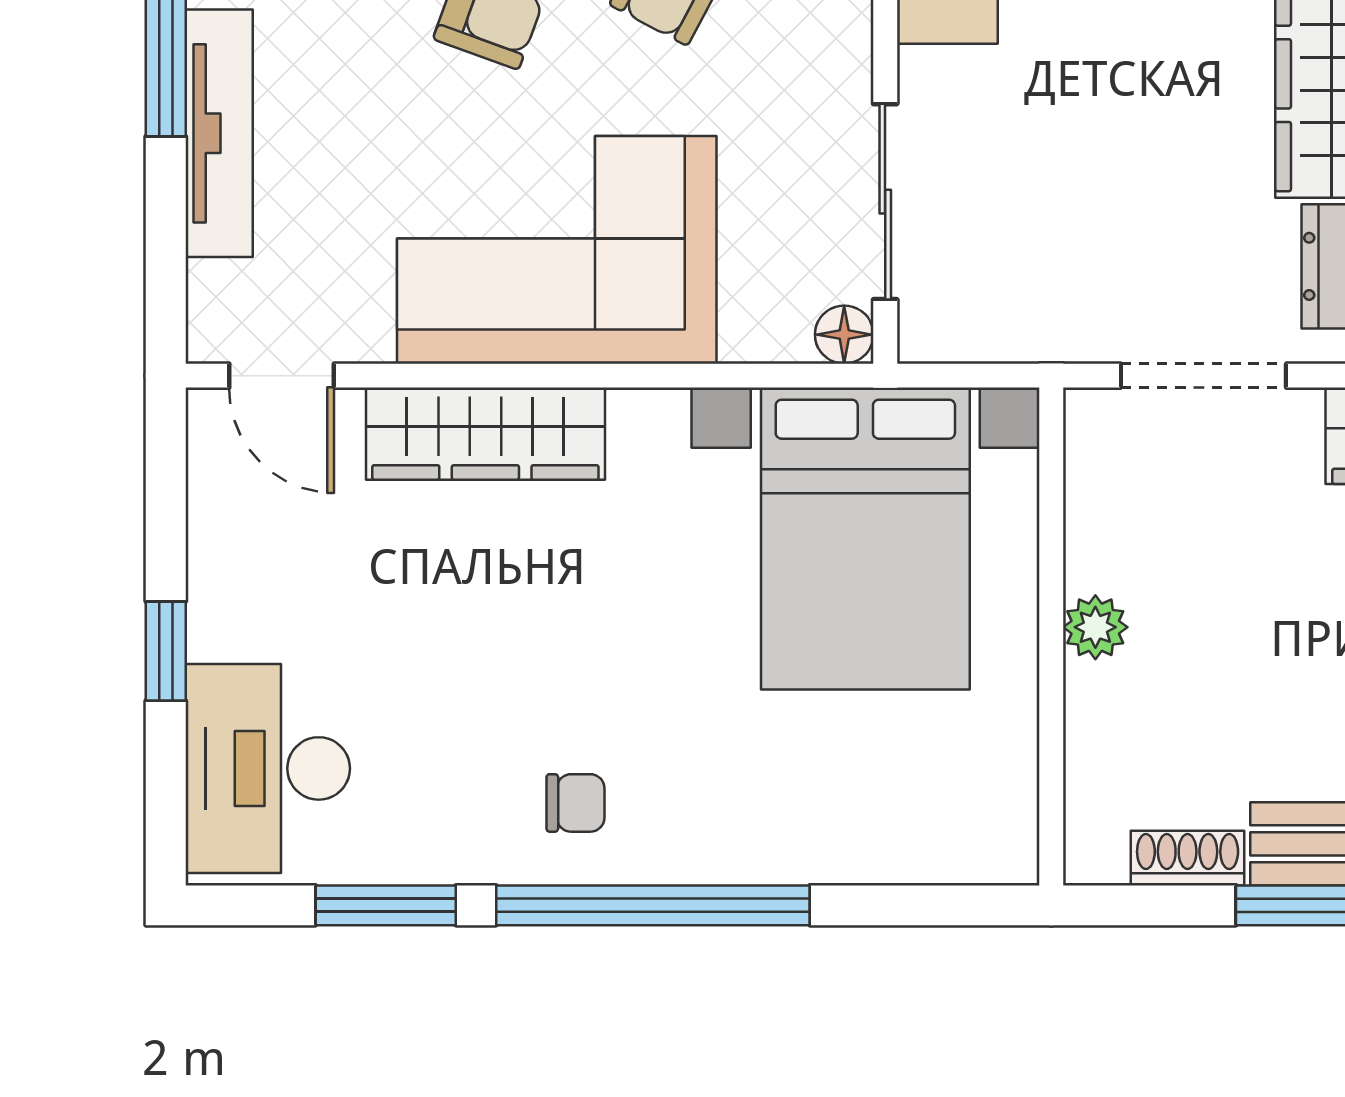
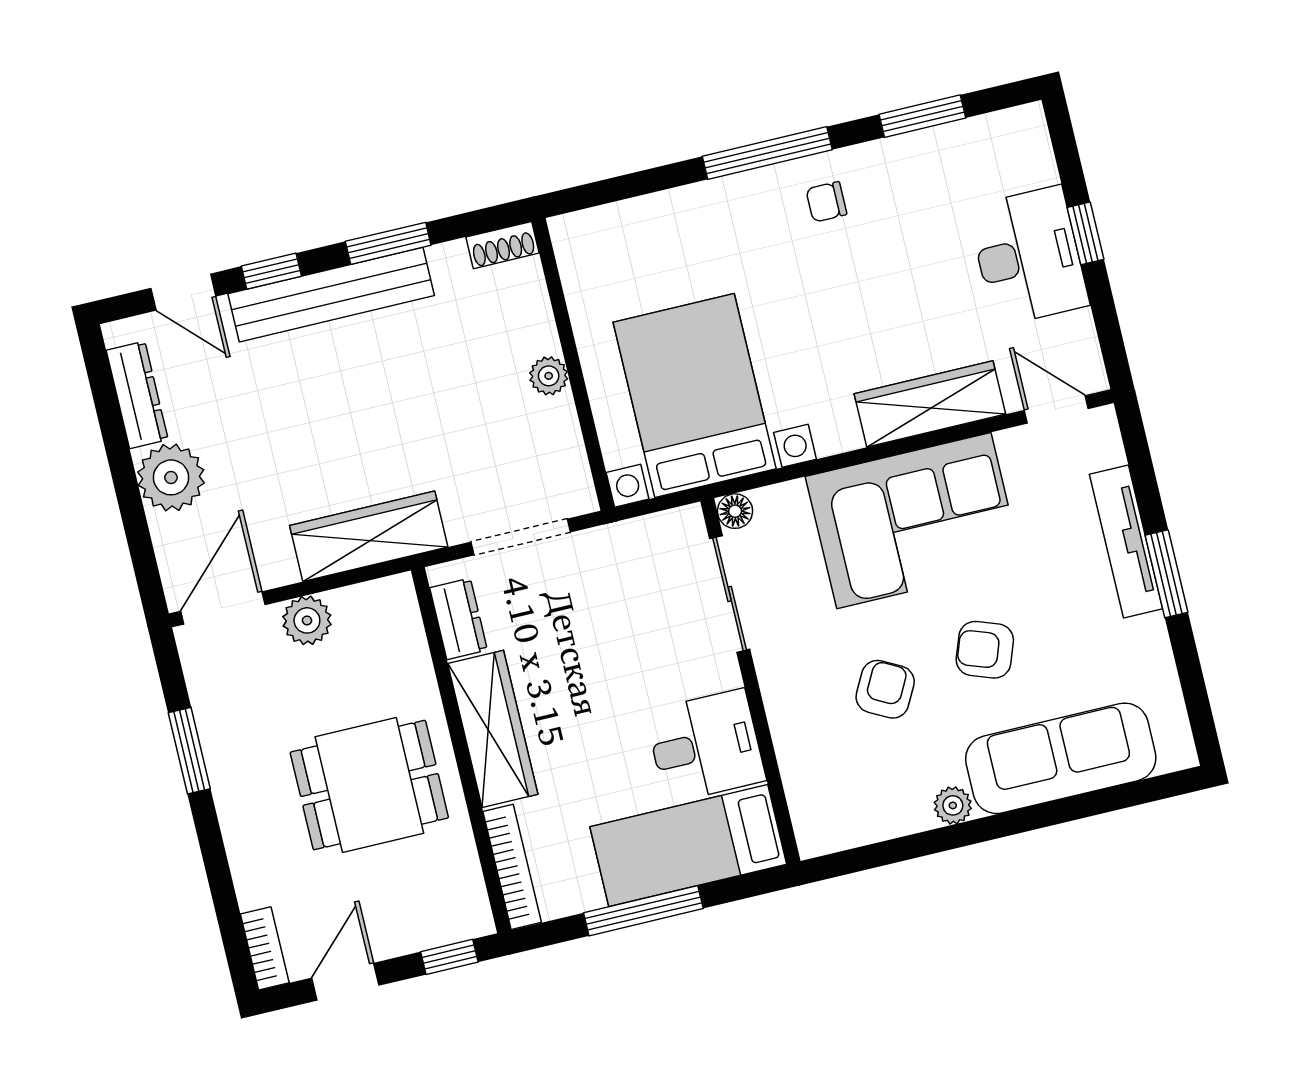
desk: (268, 768) -> (1028, 256), moved
shoe rack: (1188, 858) -> (503, 245), moved
window: (653, 905) -> (767, 153), width x0.68

